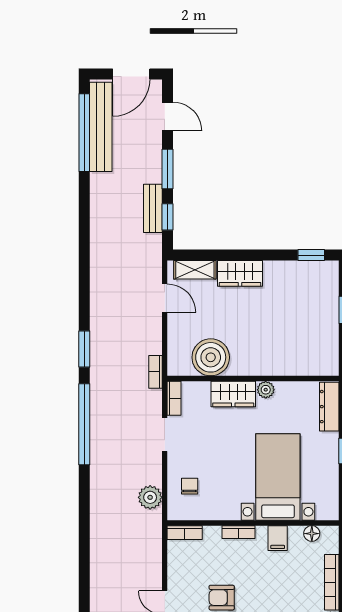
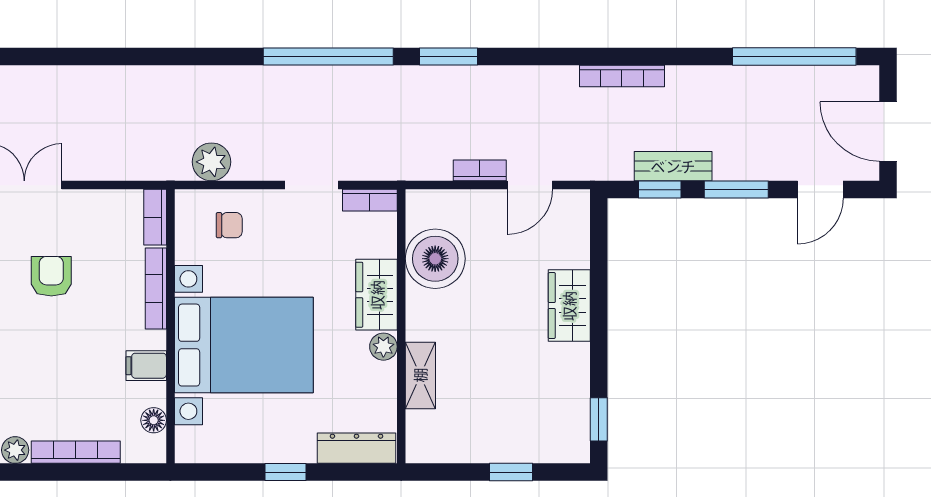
bench: (101, 127) -> (803, 83), removed
bookcase: (96, 240) -> (622, 76), added
shelving: (195, 270) -> (420, 375), moved
bookcase: (155, 372) -> (480, 170), moved
bed with nightstands: (278, 477) -> (244, 345), width x1.36
bookcase: (238, 532) -> (156, 288), width x1.56

